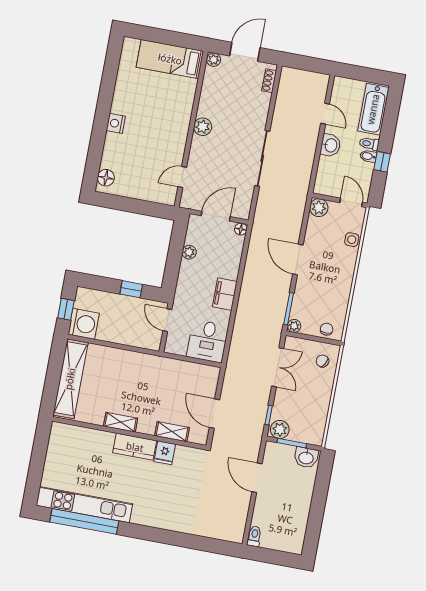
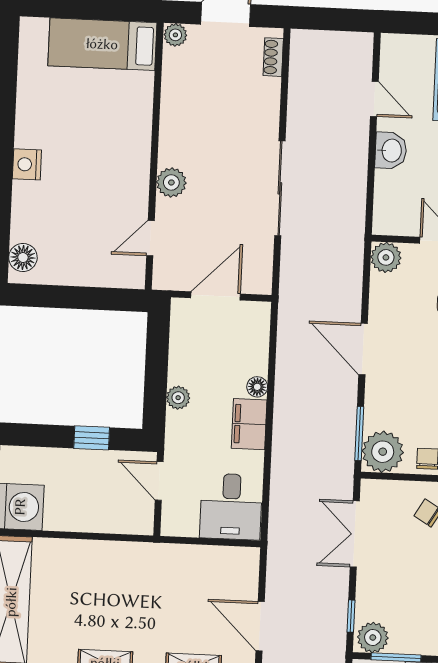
plant: (203, 127) -> (171, 182), moved
floor lamp: (241, 229) -> (257, 387), moved
plant: (189, 252) -> (178, 398), moved
plant: (294, 326) -> (383, 452), width x1.88, depth x1.88
double door: (278, 367) -> (355, 534), swing flipped

